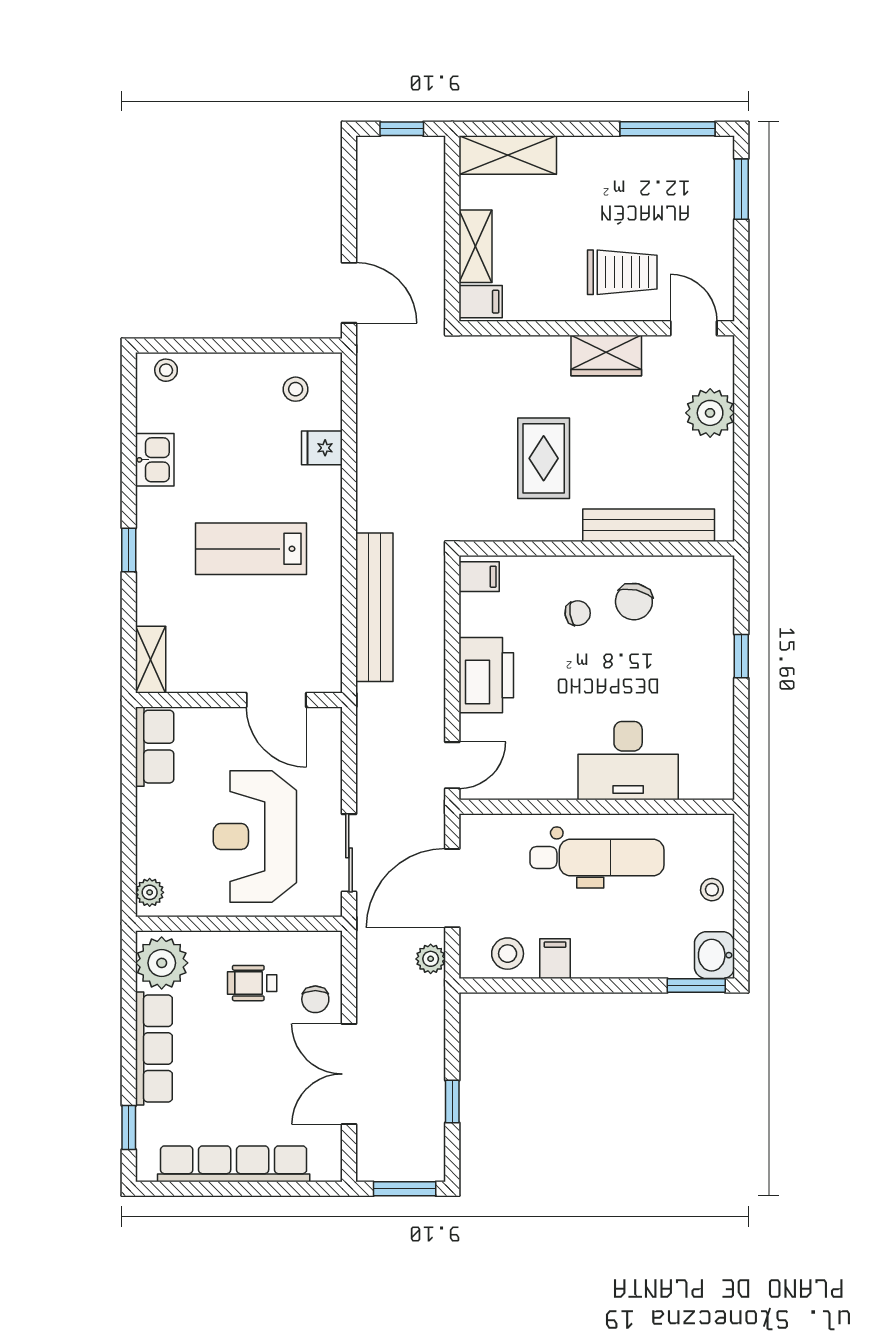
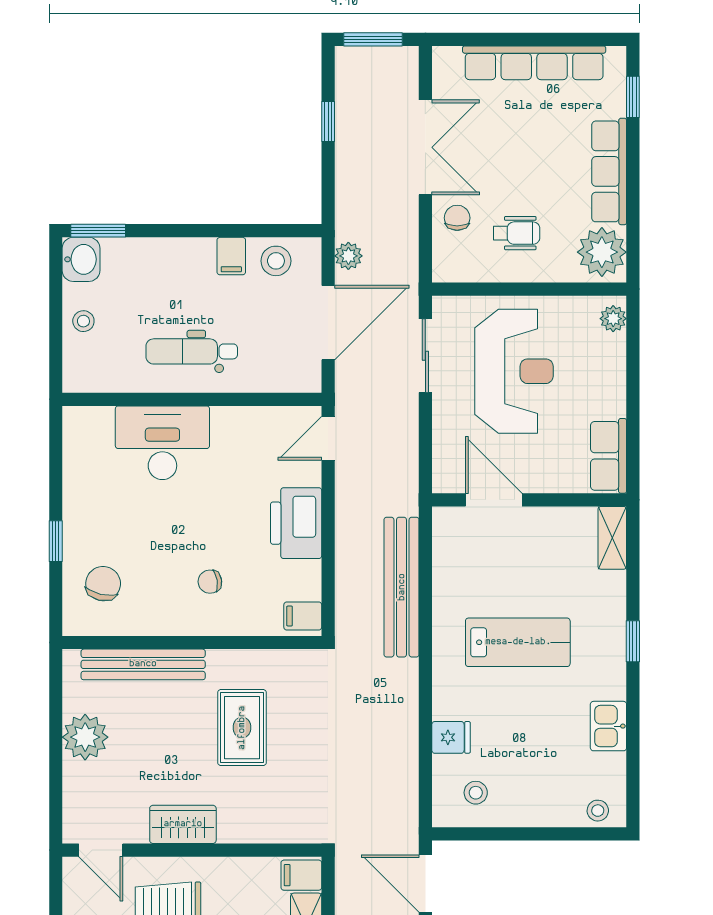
plant: (710, 413) -> (85, 737), moved
chair: (634, 602) -> (103, 584), moved
dental chair: (597, 857) -> (192, 351), width x0.73, depth x0.72

